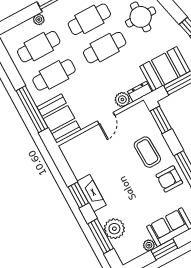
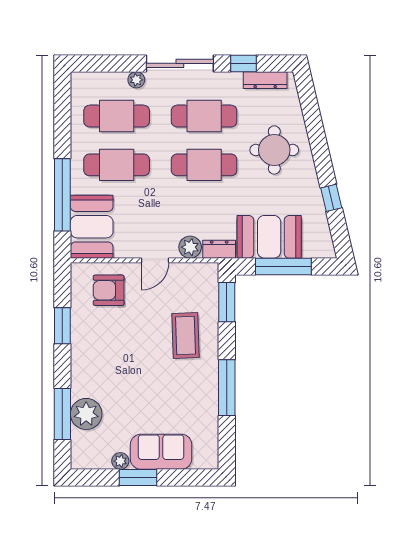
armchair: (169, 179) -> (109, 290), moved
fireplace: (92, 193) -> (81, 350), removed
window: (78, 195) -> (62, 326), moved

